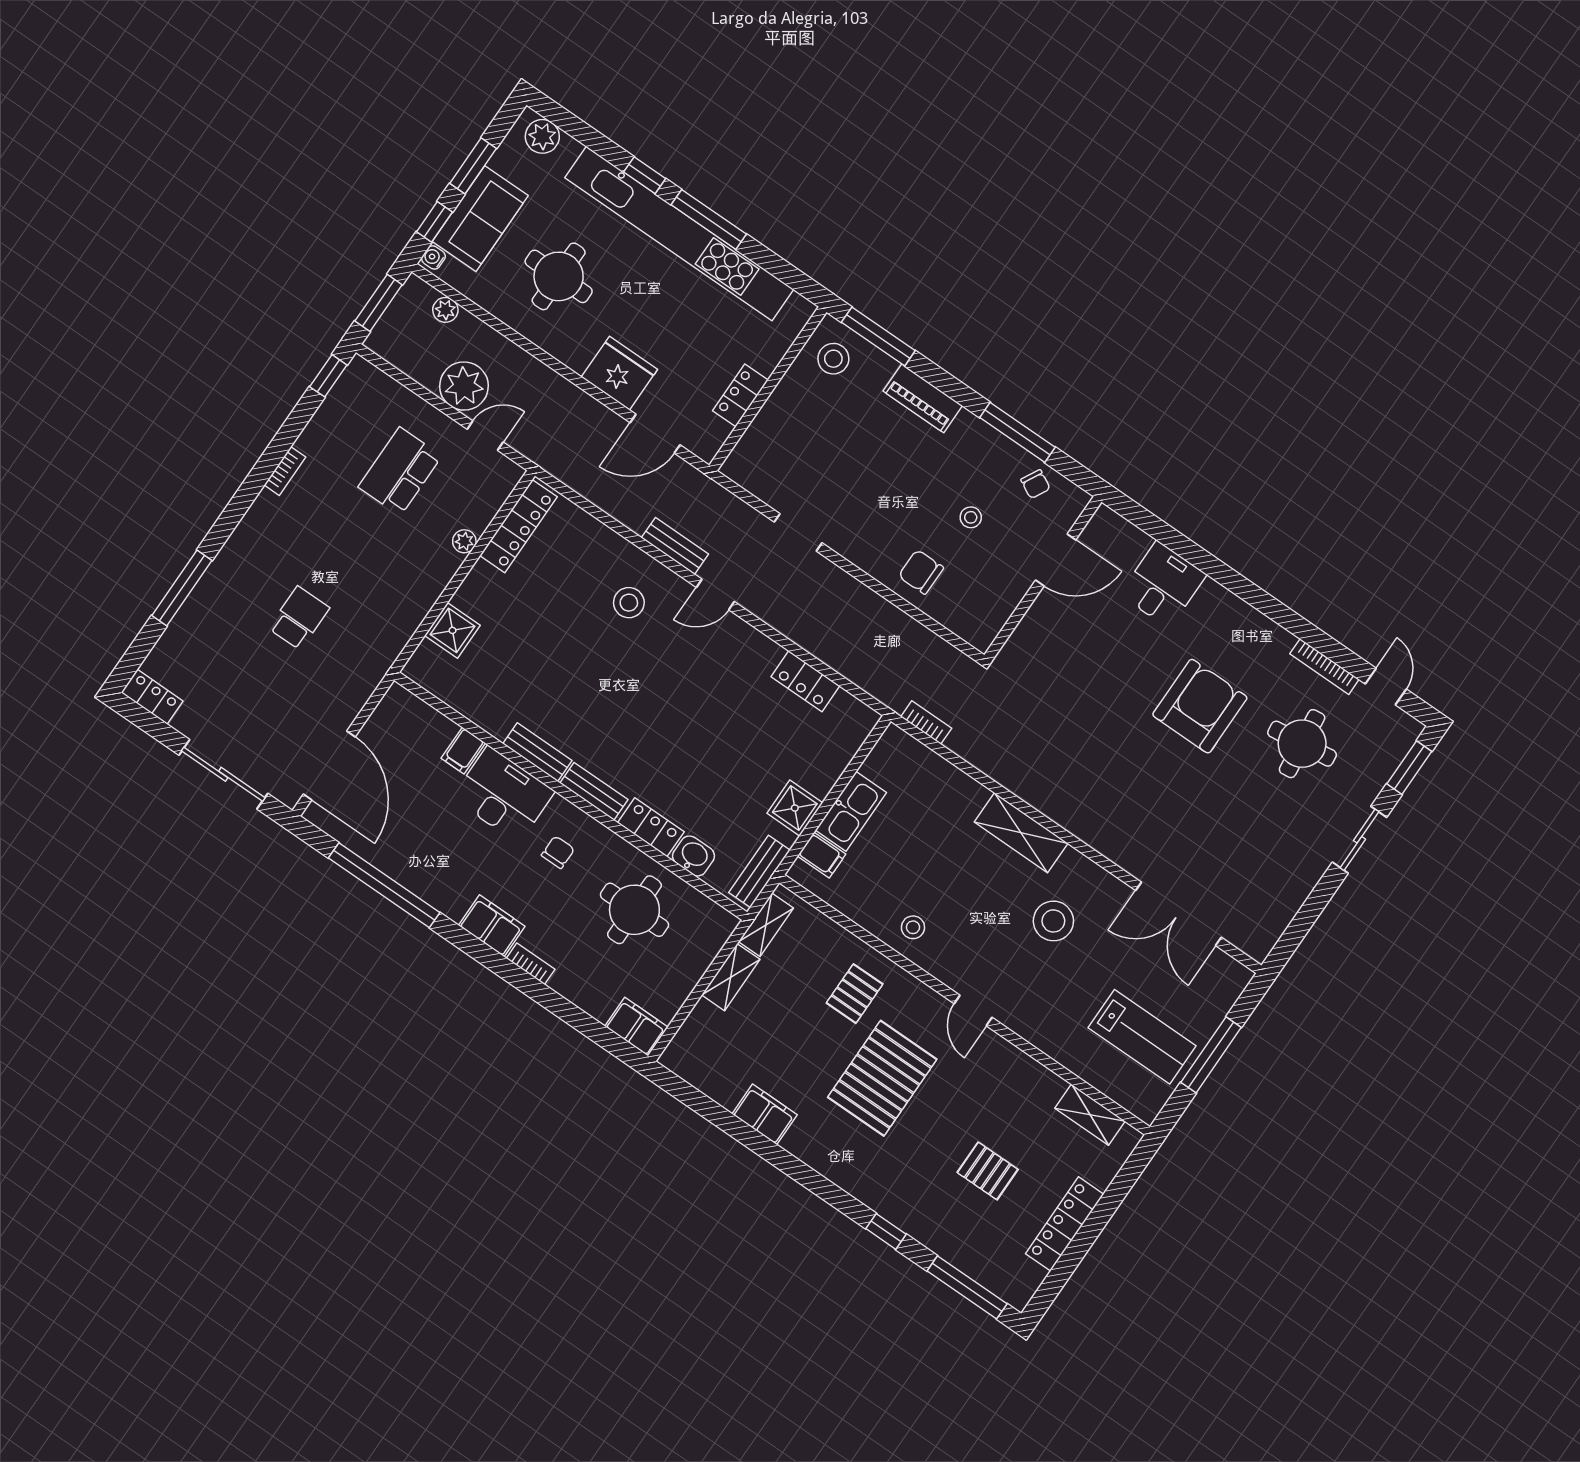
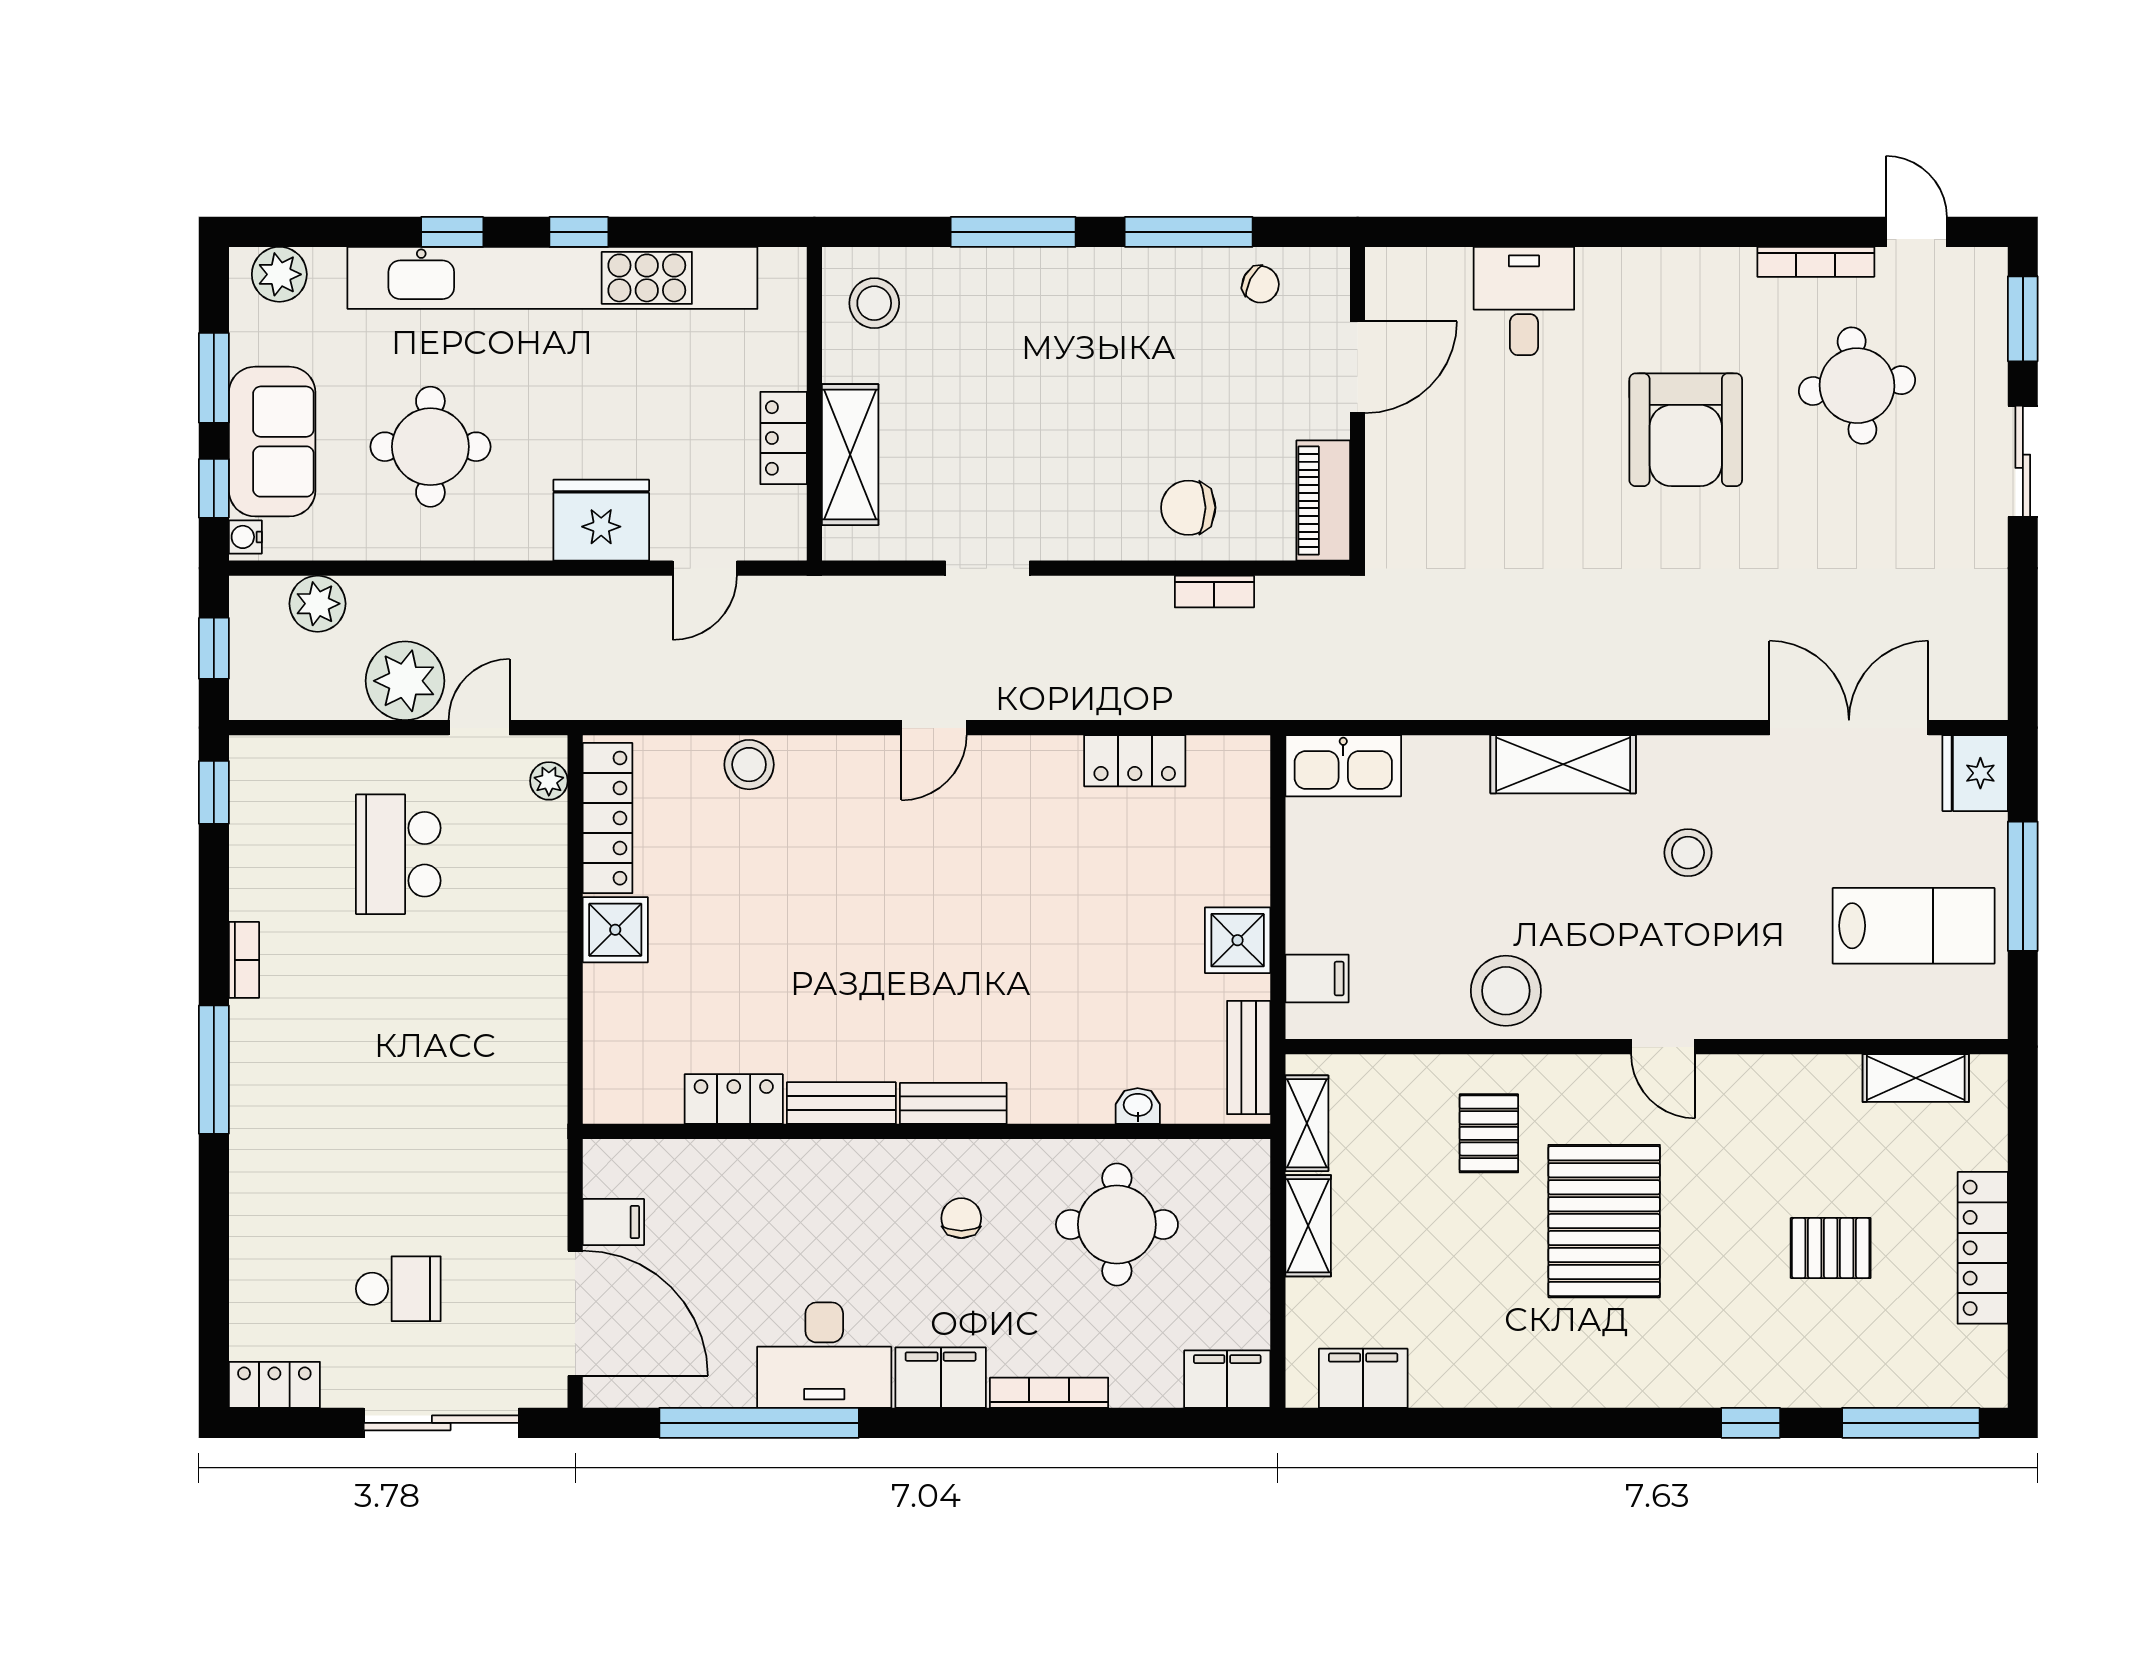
window: (709, 219) -> (579, 232), width x0.46
window: (379, 303) -> (214, 648), width x0.67
plant: (445, 310) -> (318, 604), width x1.38, depth x1.38
window: (878, 336) -> (1013, 232), moved
piano: (923, 398) -> (1323, 501), moved, turned 90
shelving: (768, 427) -> (850, 455), added
door: (655, 434) -> (705, 568), width x0.73
stool: (971, 517) -> (1205, 389), removed
plant: (464, 541) -> (549, 781), moved
bench: (675, 546) -> (835, 700), removed
window: (182, 588) -> (214, 1070), moved
stool: (629, 603) -> (749, 765), moved
school desk: (299, 618) -> (398, 1289), moved, turned 90
shower: (452, 630) -> (615, 930), moved
armchair: (1200, 706) -> (1686, 430), turned 180
bookcase: (926, 722) -> (1214, 592), moved, turned 180
filing cabinet: (463, 751) -> (613, 1222), moved, turned -90
desk: (503, 795) -> (824, 1355), moved, turned 180
kitchen sink: (851, 811) -> (1343, 766), moved, turned 90
locker: (651, 827) -> (734, 1099), moved
washbasin: (693, 856) -> (1138, 1106), width x0.72, depth x0.69
double door: (1178, 914) -> (1849, 728), swing flipped
stool: (1053, 921) -> (1688, 853), width x0.73, depth x0.73
stool: (913, 927) -> (1506, 991), width x1.89, depth x1.89
bookcase: (531, 964) -> (1049, 1393), width x1.56
fridge: (1226, 981) -> (1975, 773), added
filing cabinet: (765, 1114) -> (1363, 1378), moved

